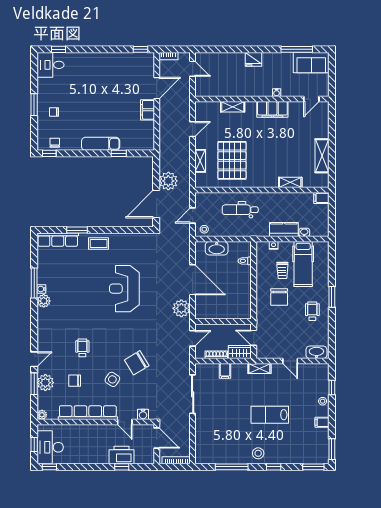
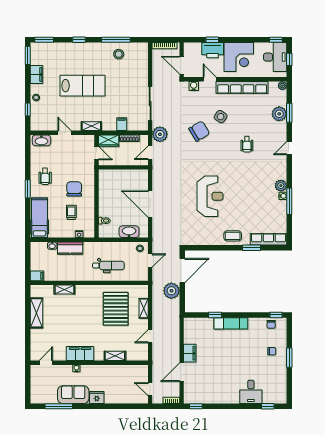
sofa: (311, 63) -> (73, 395), moved
desk: (51, 65) -> (251, 392), moved, turned 90
hospital bed: (303, 264) -> (39, 218), moved
plant: (181, 308) -> (160, 134), moved
door: (34, 359) -> (289, 148), moved
chair: (75, 381) -> (254, 115), removed
lab bench: (270, 415) -> (82, 86), width x1.36, depth x1.39
filing cabinet: (322, 422) -> (37, 74), width x2.00
corner desk: (92, 447) -> (239, 57), added
stool: (258, 453) -> (119, 54), moved

